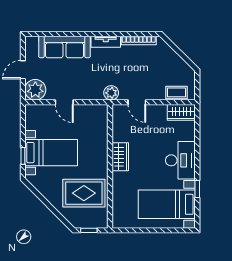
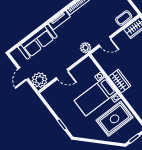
bed with nightstands: (51, 153) -> (95, 97), moved, turned 180

